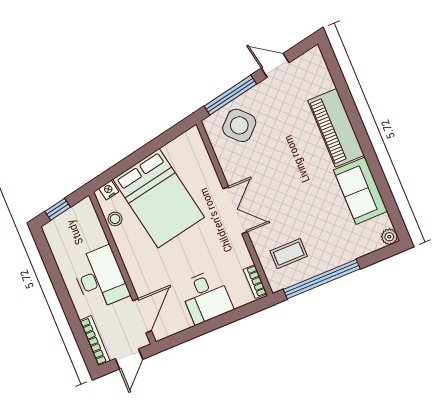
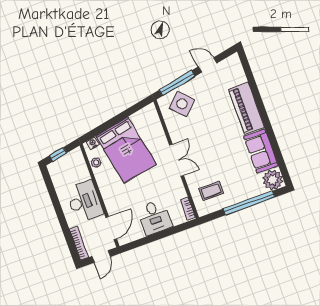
plant: (389, 237) -> (273, 180), width x1.88, depth x1.88
window: (322, 279) -> (249, 203), moved

